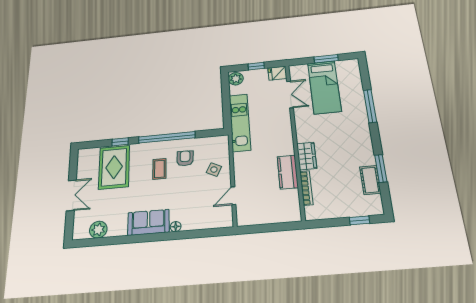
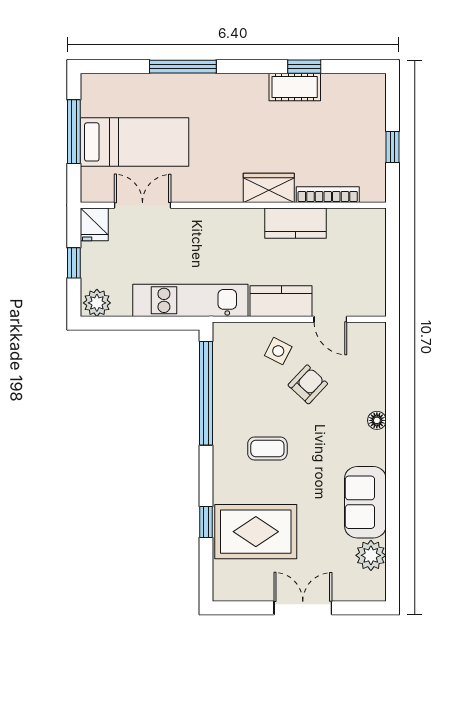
window: (326, 59) -> (74, 132), width x1.44
window: (167, 137) -> (206, 393), moved
armchair: (185, 158) -> (308, 384), moved, turned 131
kitchen counter: (242, 168) -> (281, 301), added
window: (381, 168) -> (304, 67), width x0.67
cot: (370, 180) -> (295, 87), moved
window: (359, 220) -> (393, 147), moved
sofa: (148, 222) -> (365, 502), moved

